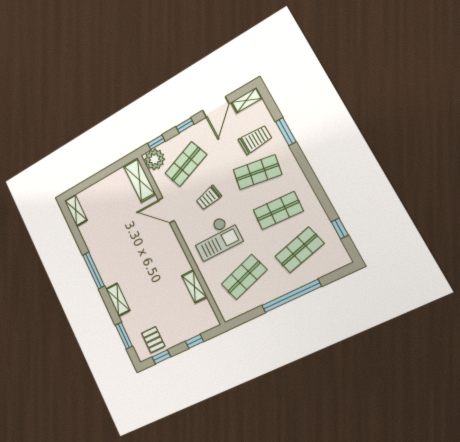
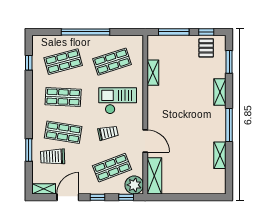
shelving: (76, 210) -> (220, 155), moved
window: (194, 341) -> (174, 32), width x2.17

